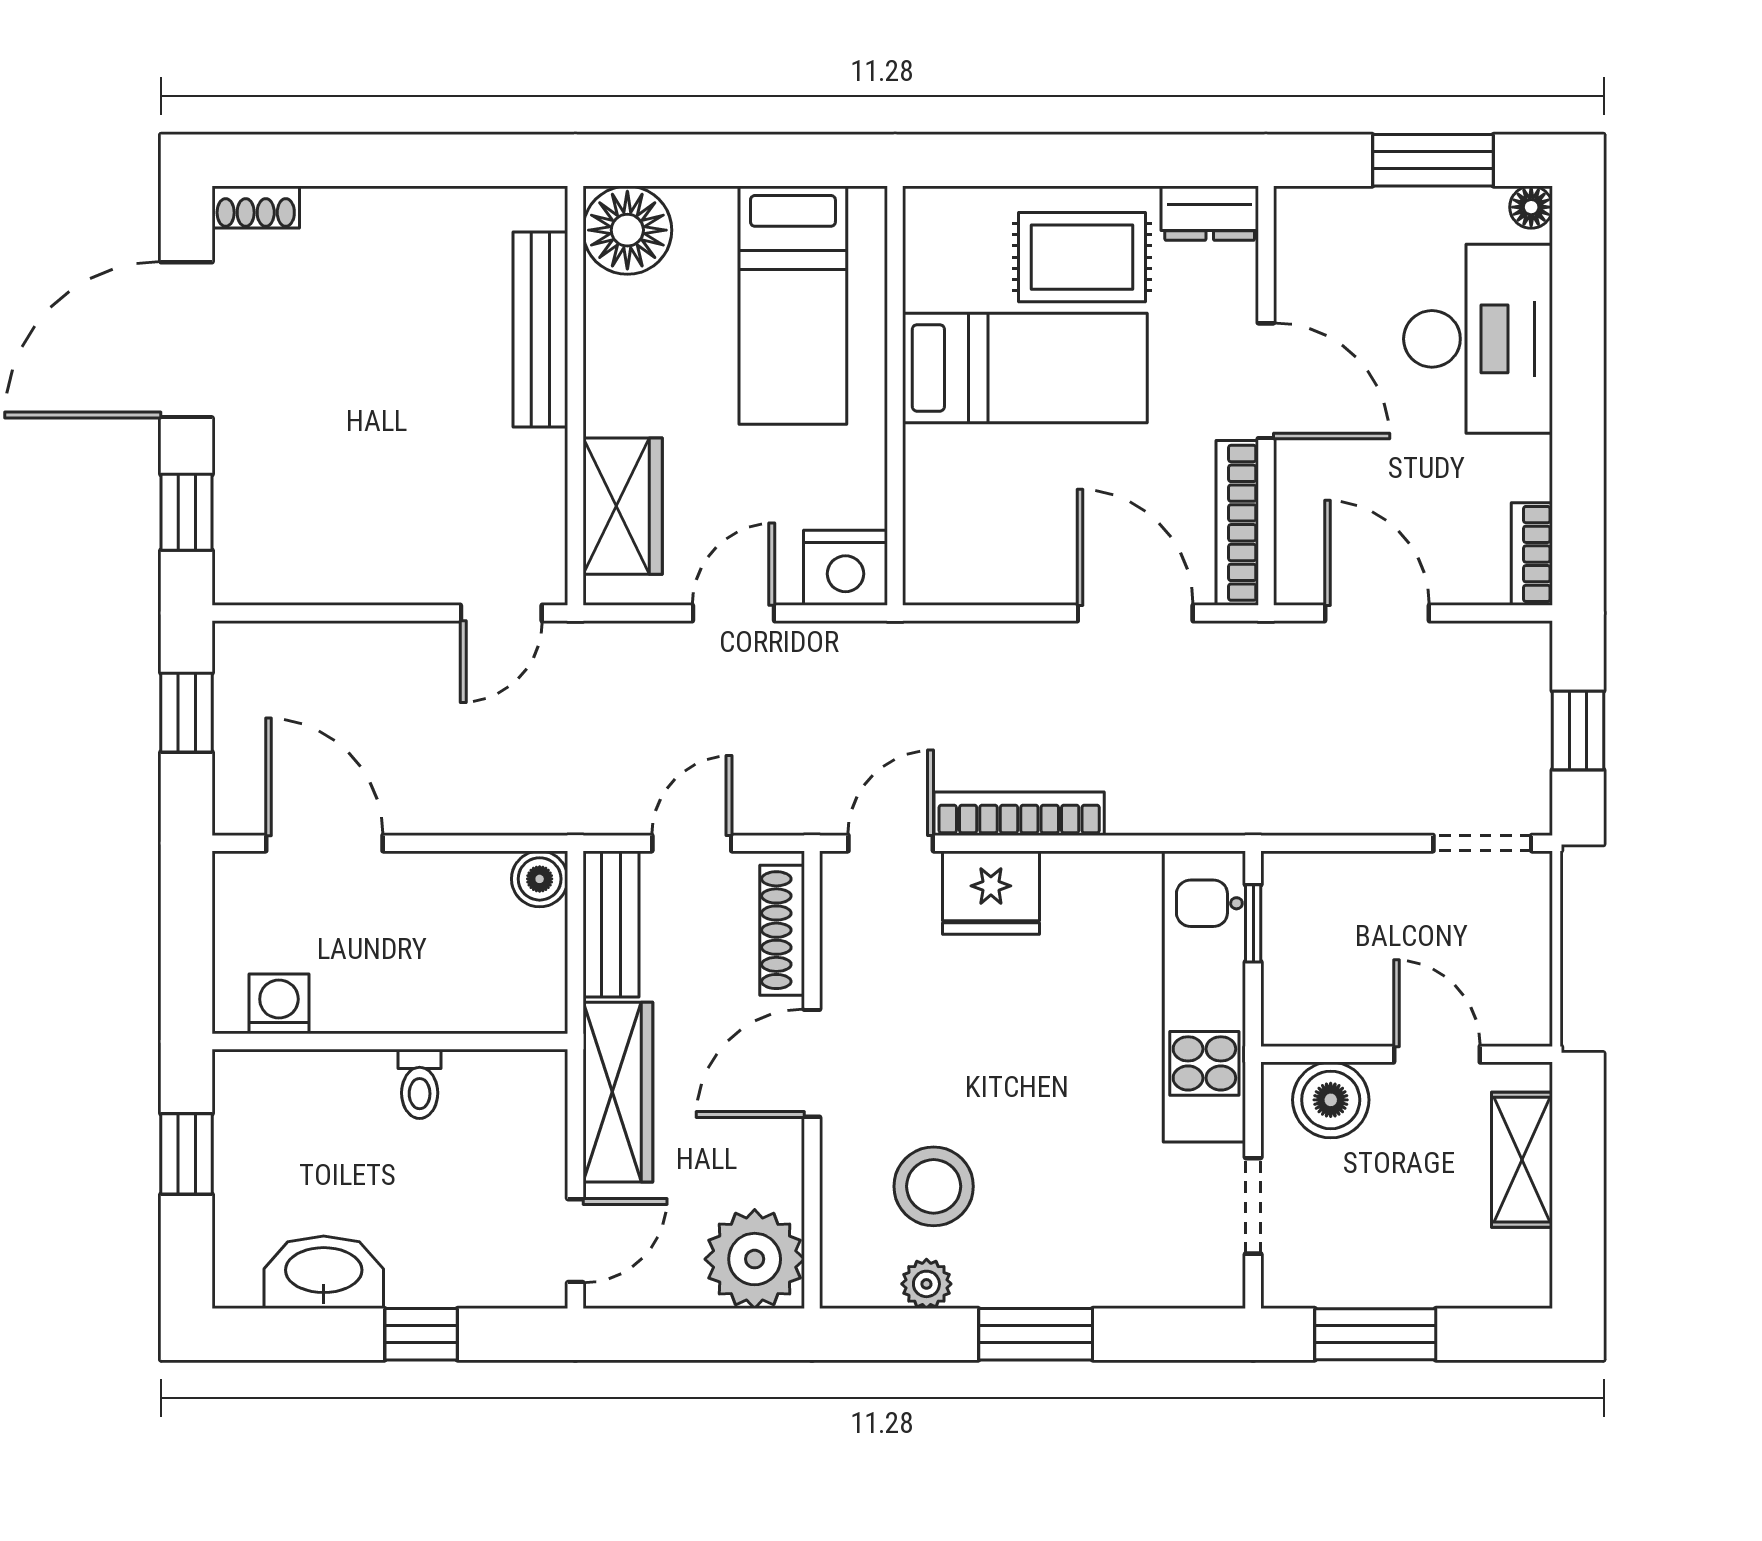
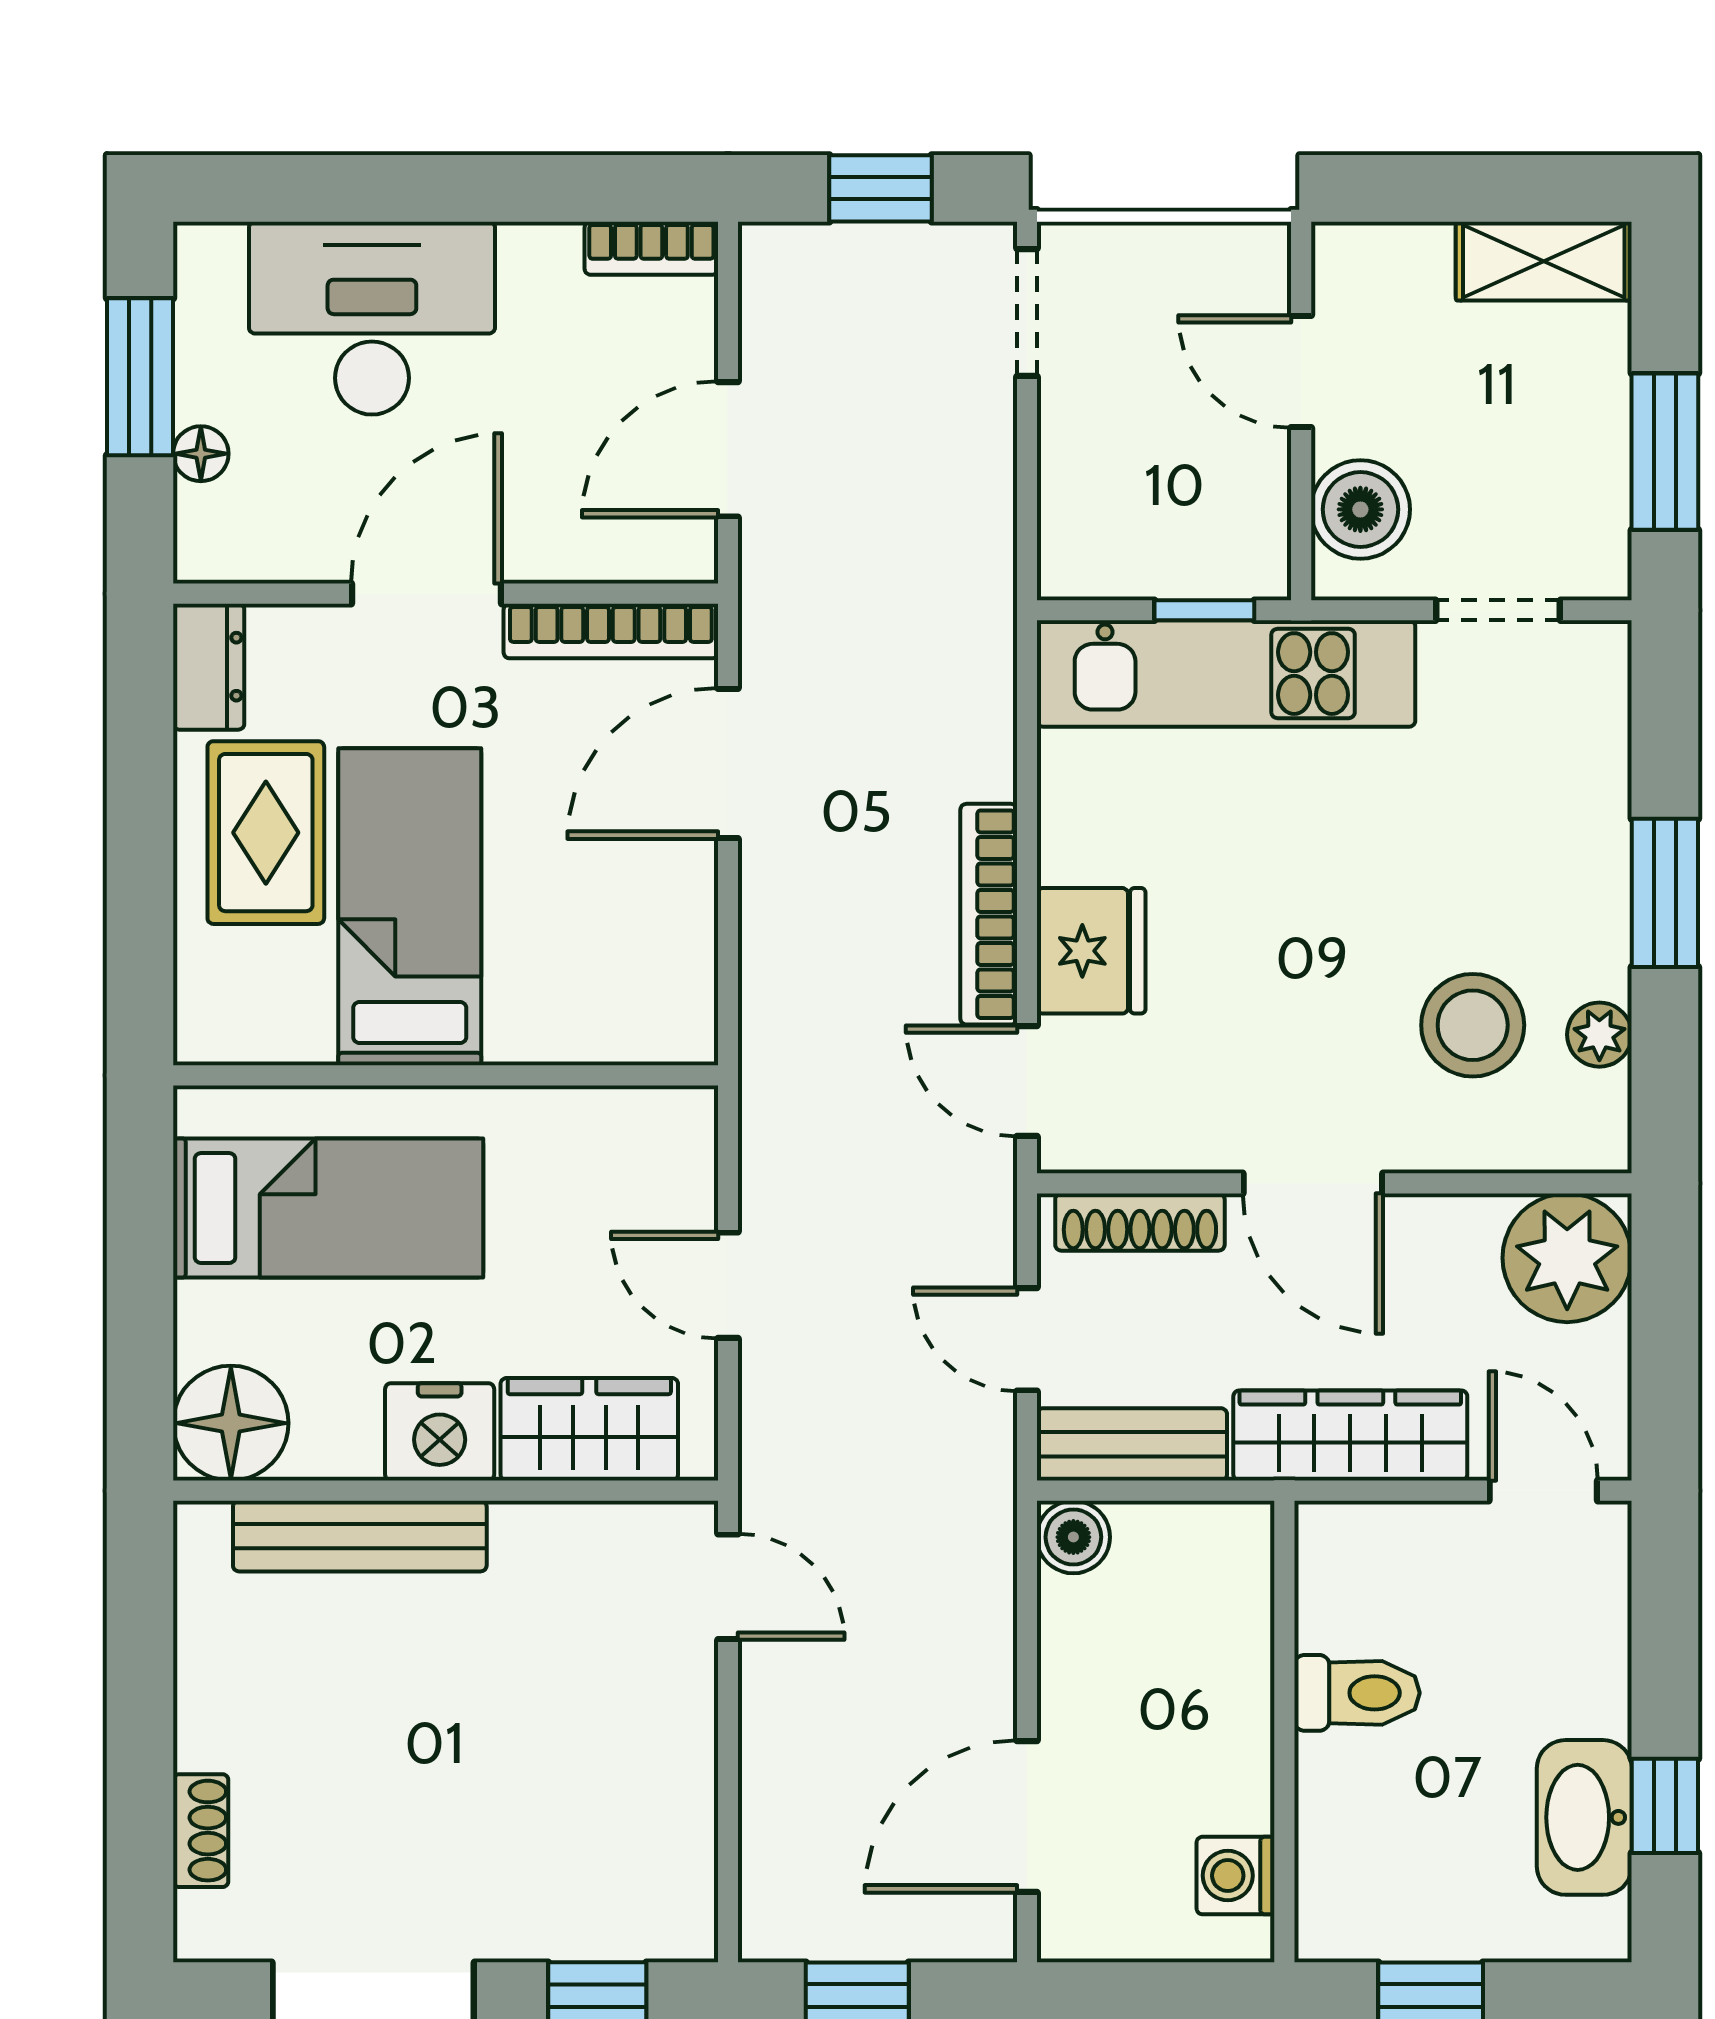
shoe rack: (256, 207) -> (201, 1831), moved
floor lamp: (1531, 207) -> (201, 454), moved
nightstand: (845, 568) -> (440, 1432), moved, turned 90
window: (1253, 923) -> (1204, 610), moved
door: (1437, 1054) -> (1301, 372), hinge flipped
toilet: (420, 1084) -> (1357, 1693), width x1.37, depth x1.39
shelving: (1522, 1160) -> (1544, 261), moved
window: (421, 1334) -> (1665, 1806), moved

